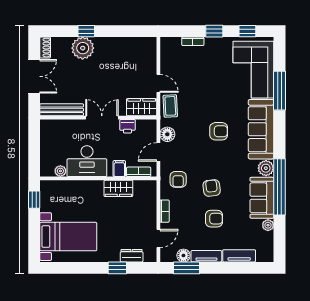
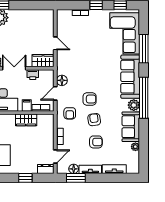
coffee table: (170, 106) -> (64, 60), removed
armchair: (219, 131) -> (90, 99), moved
window: (280, 187) -> (144, 98), moved
dresser: (132, 256) -> (46, 169), moved

